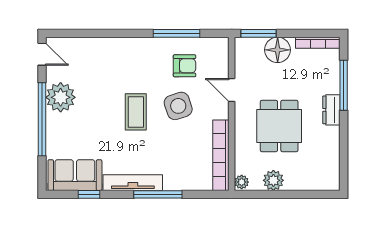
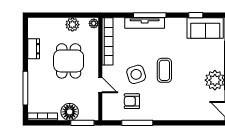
dresser: (331, 110) -> (34, 49), moved
tv unit: (133, 183) -> (145, 23), moved

